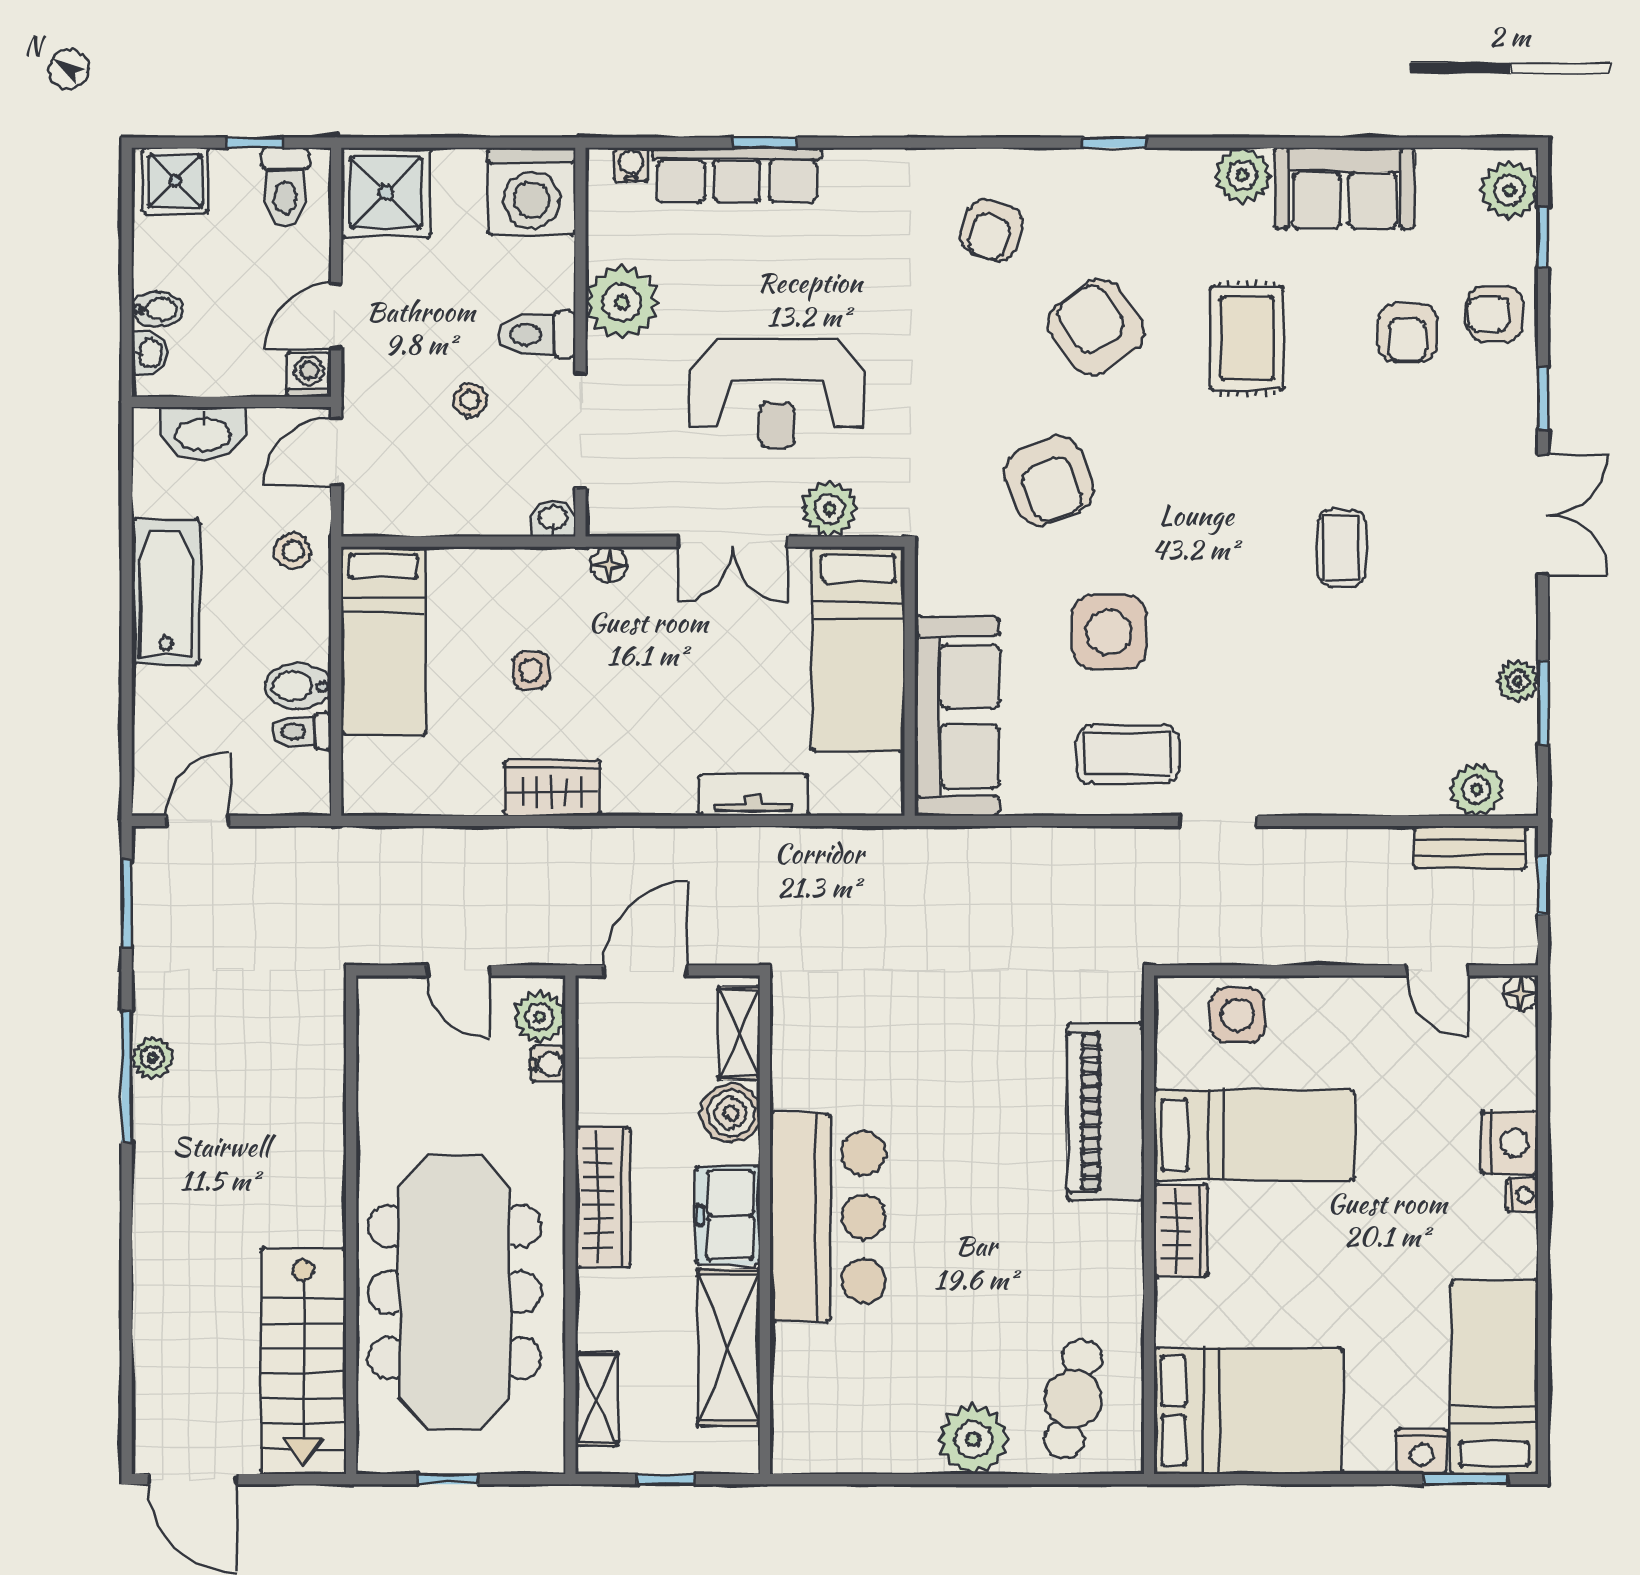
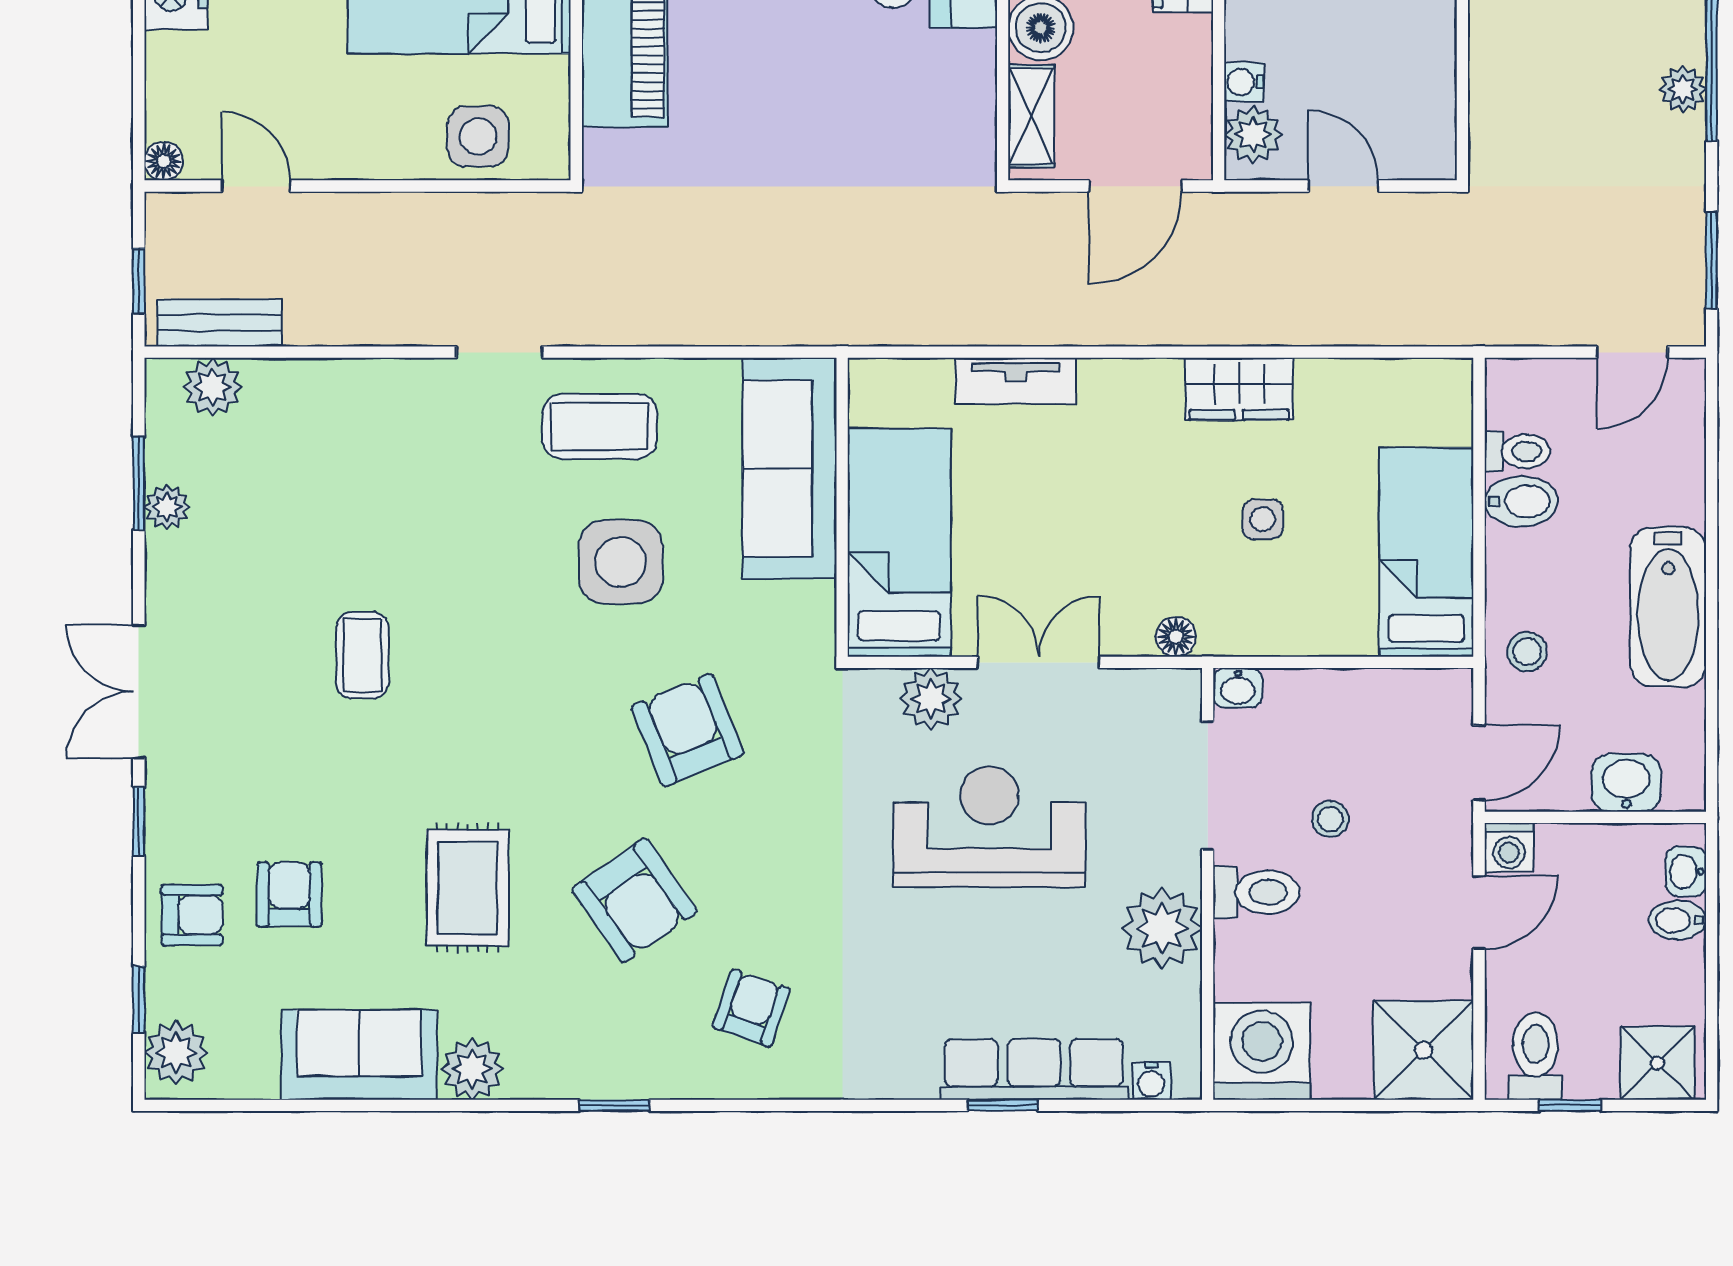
washbasin: (203, 433) -> (1626, 783), width x0.72

